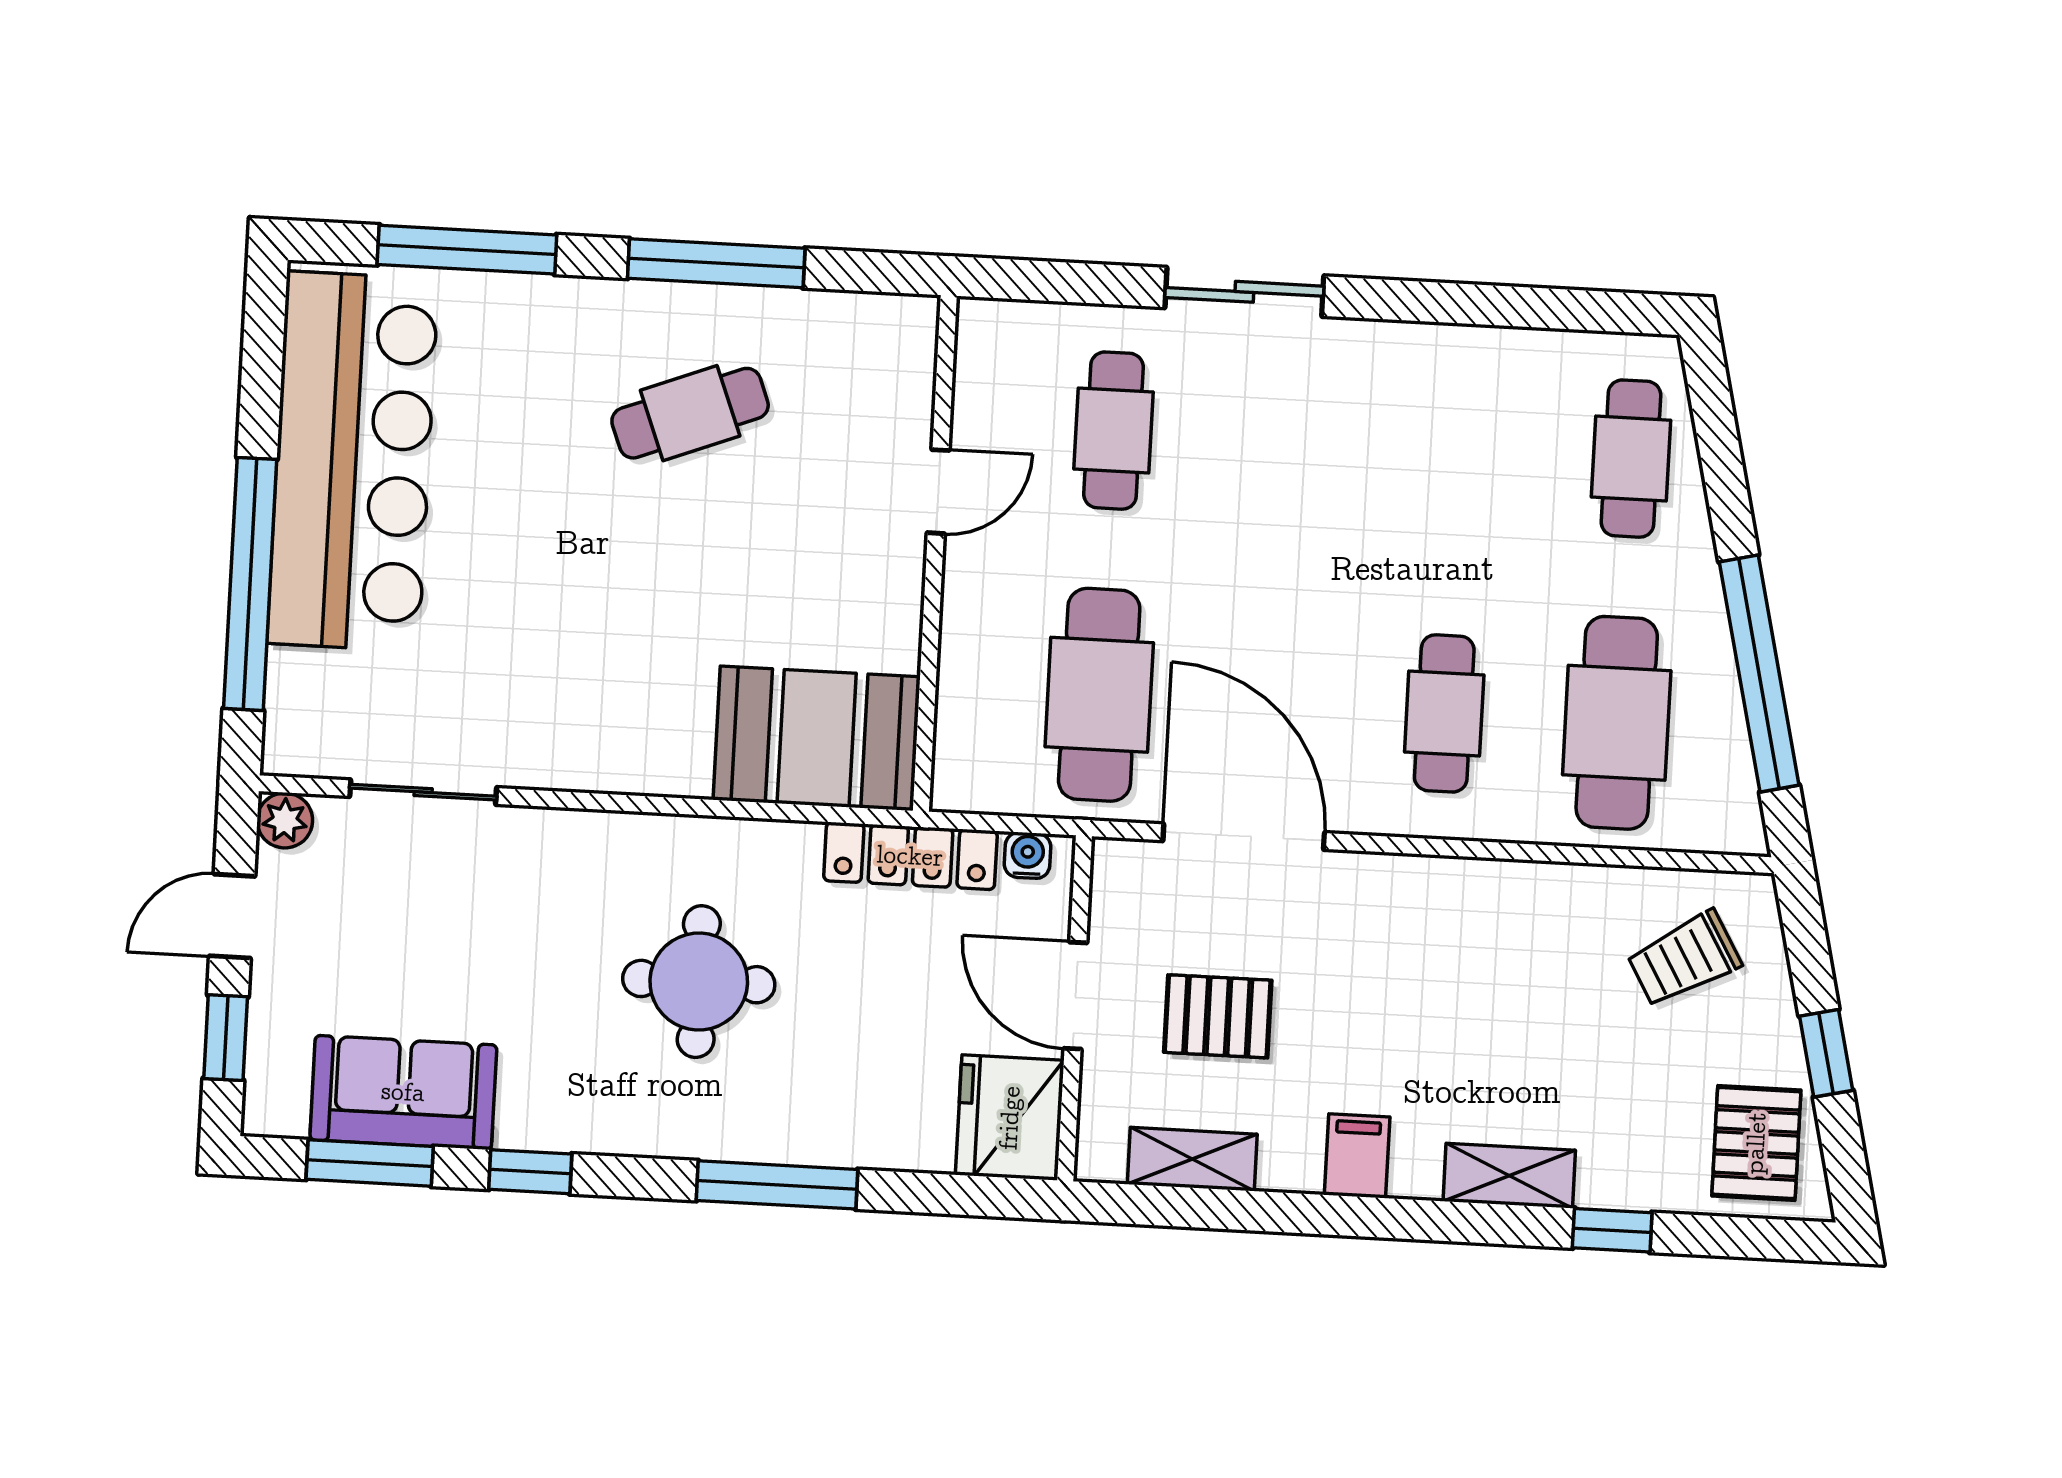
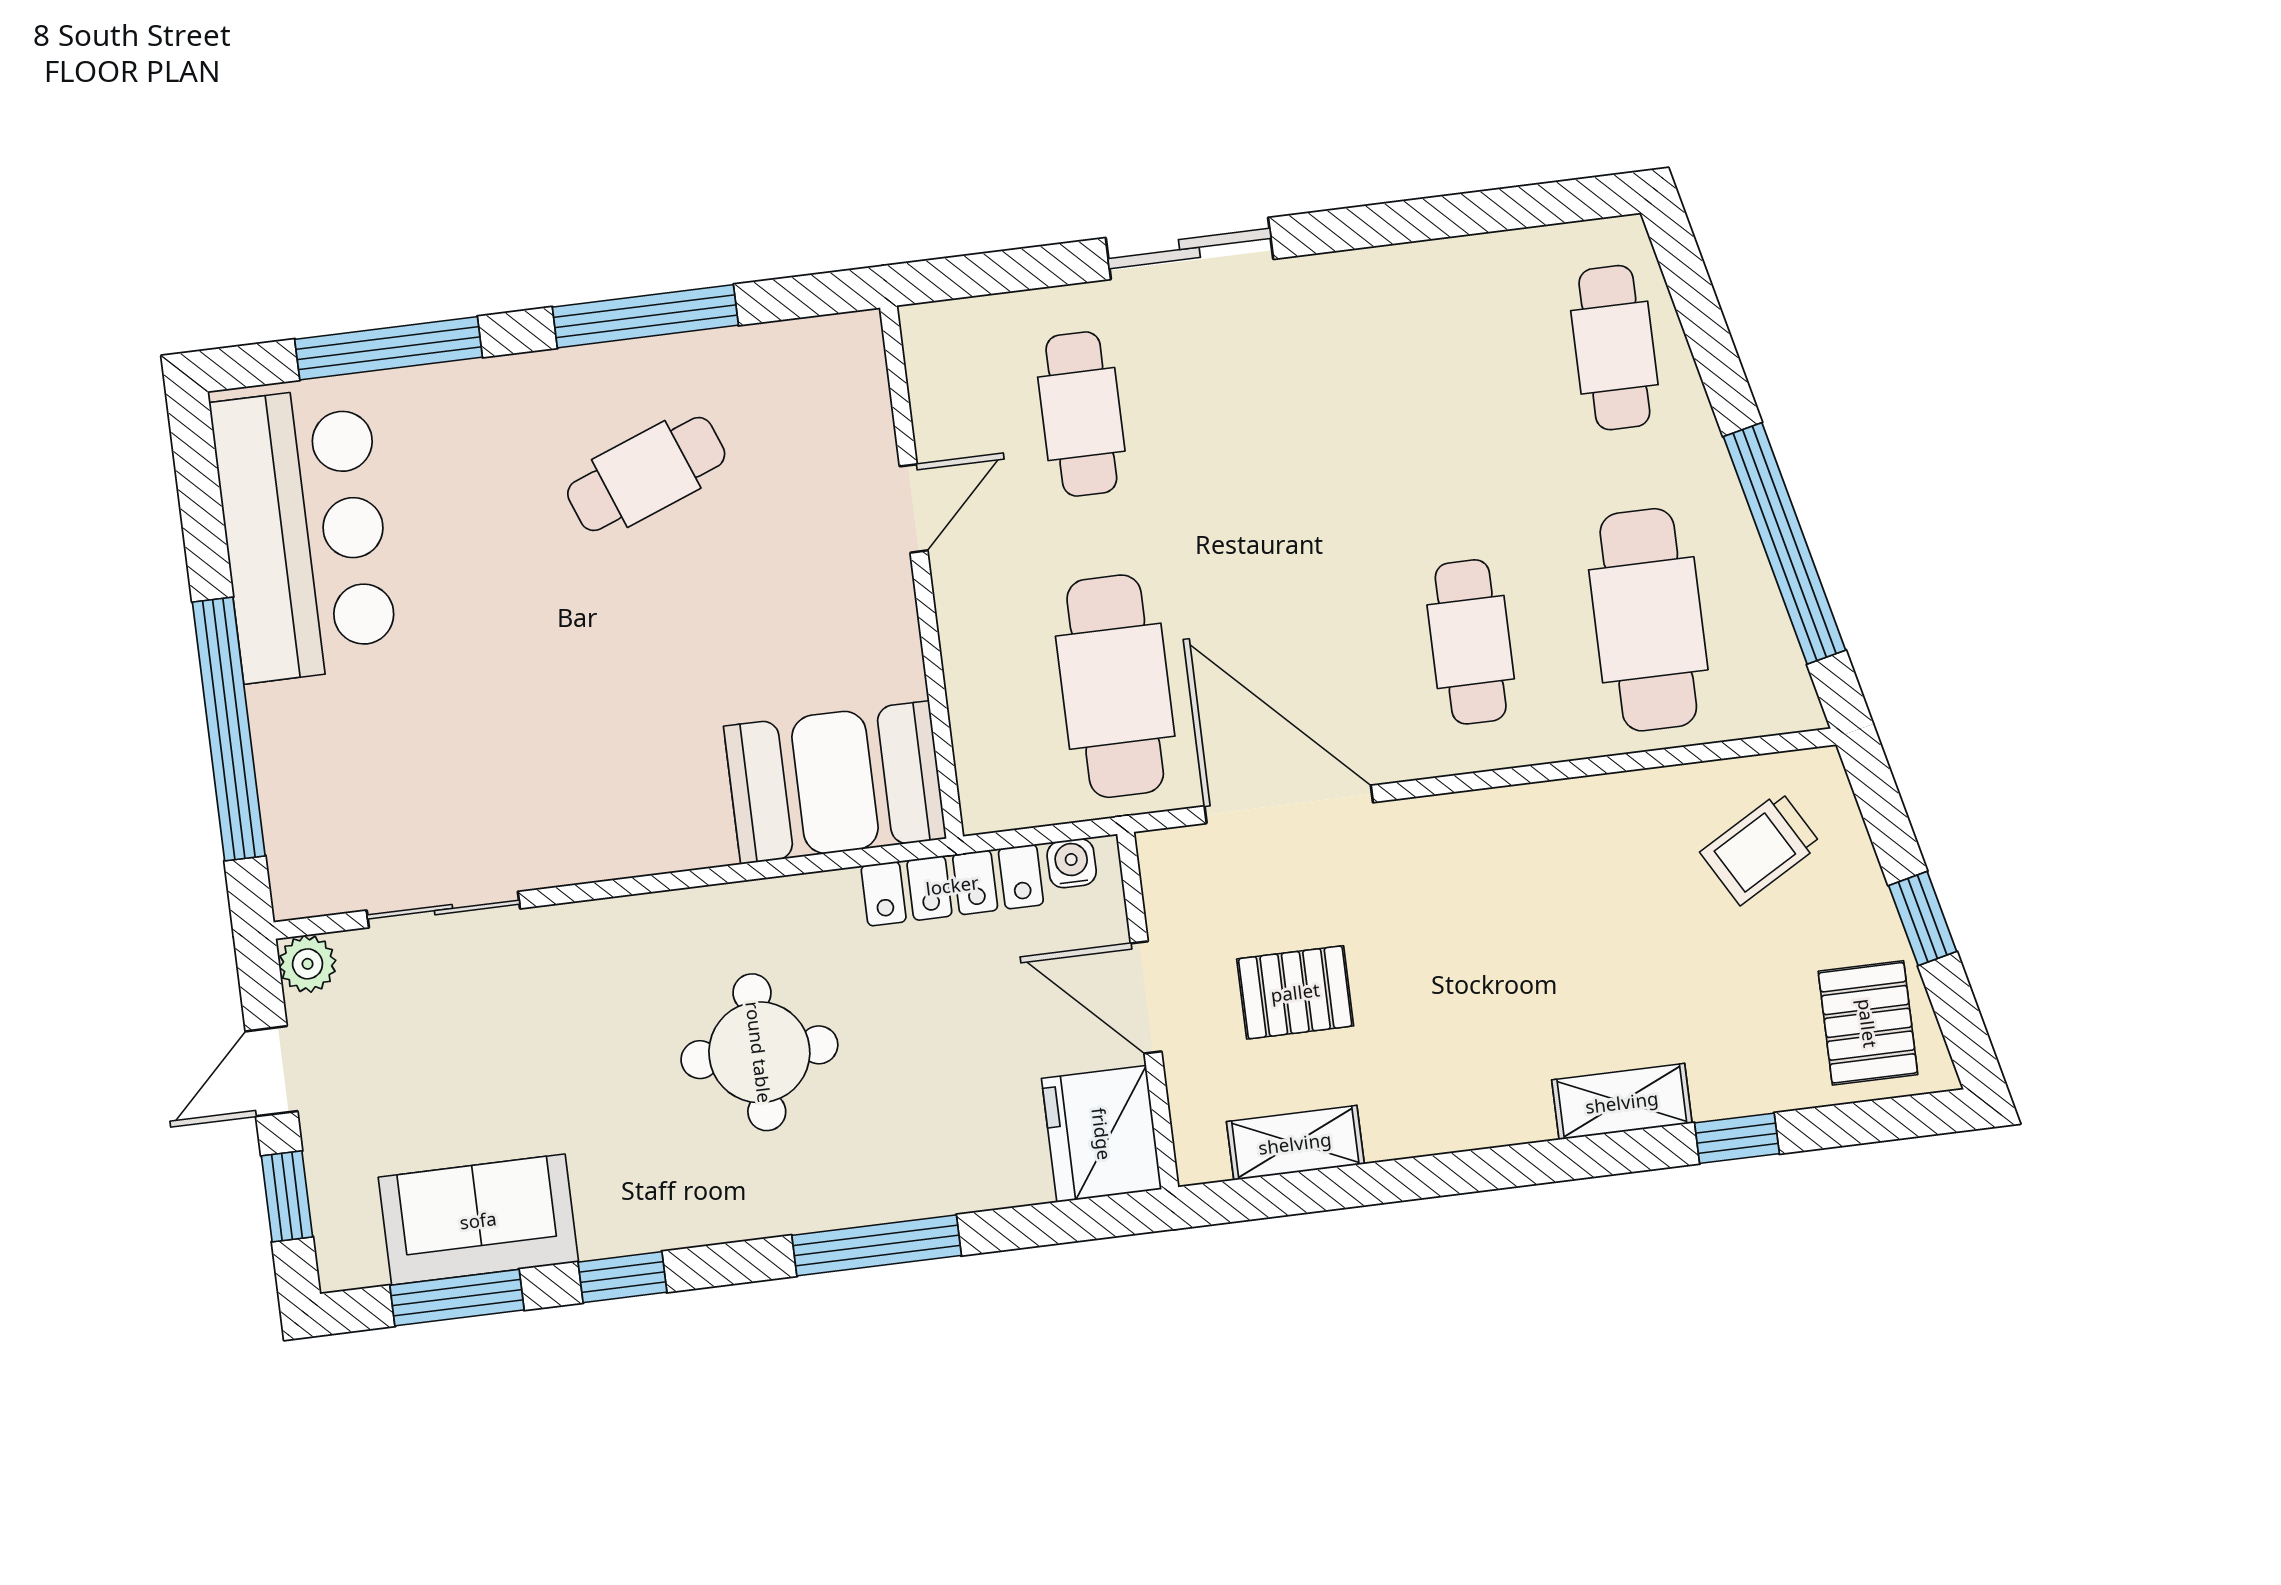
bar counter: (353, 461) -> (305, 534), width x0.73
filing cabinet: (1357, 1156) -> (1463, 1109), removed

